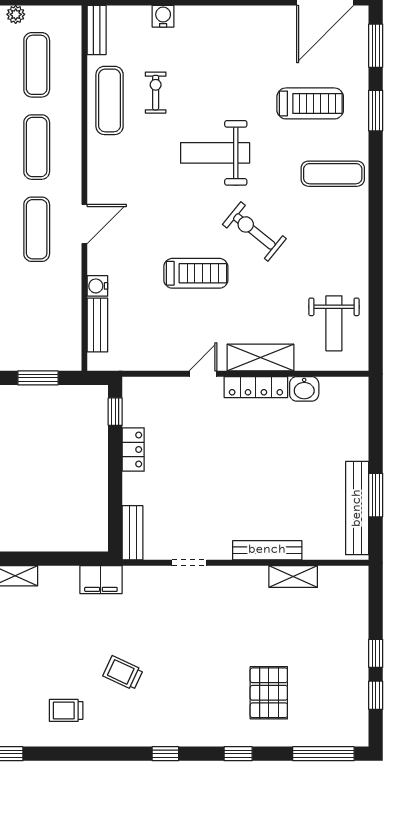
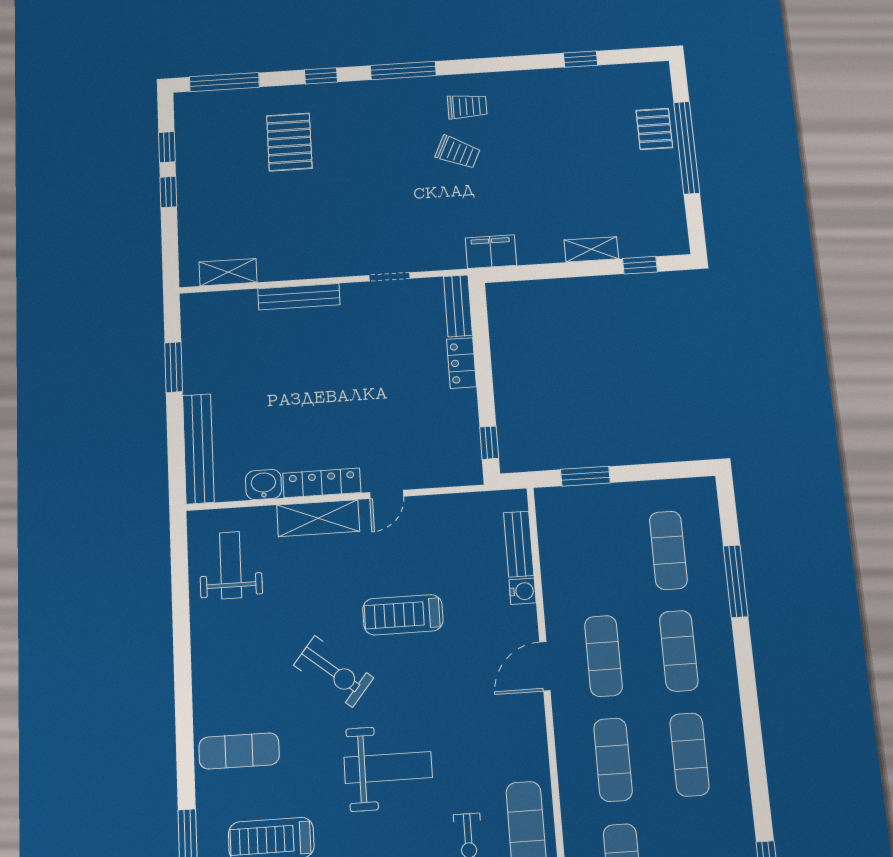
locker: (133, 450) -> (462, 363), moved
bench: (357, 508) -> (198, 449), moved
shelving: (293, 576) -> (228, 272), moved
trolley: (66, 710) -> (467, 106), moved
window: (165, 754) -> (403, 71), width x2.17

